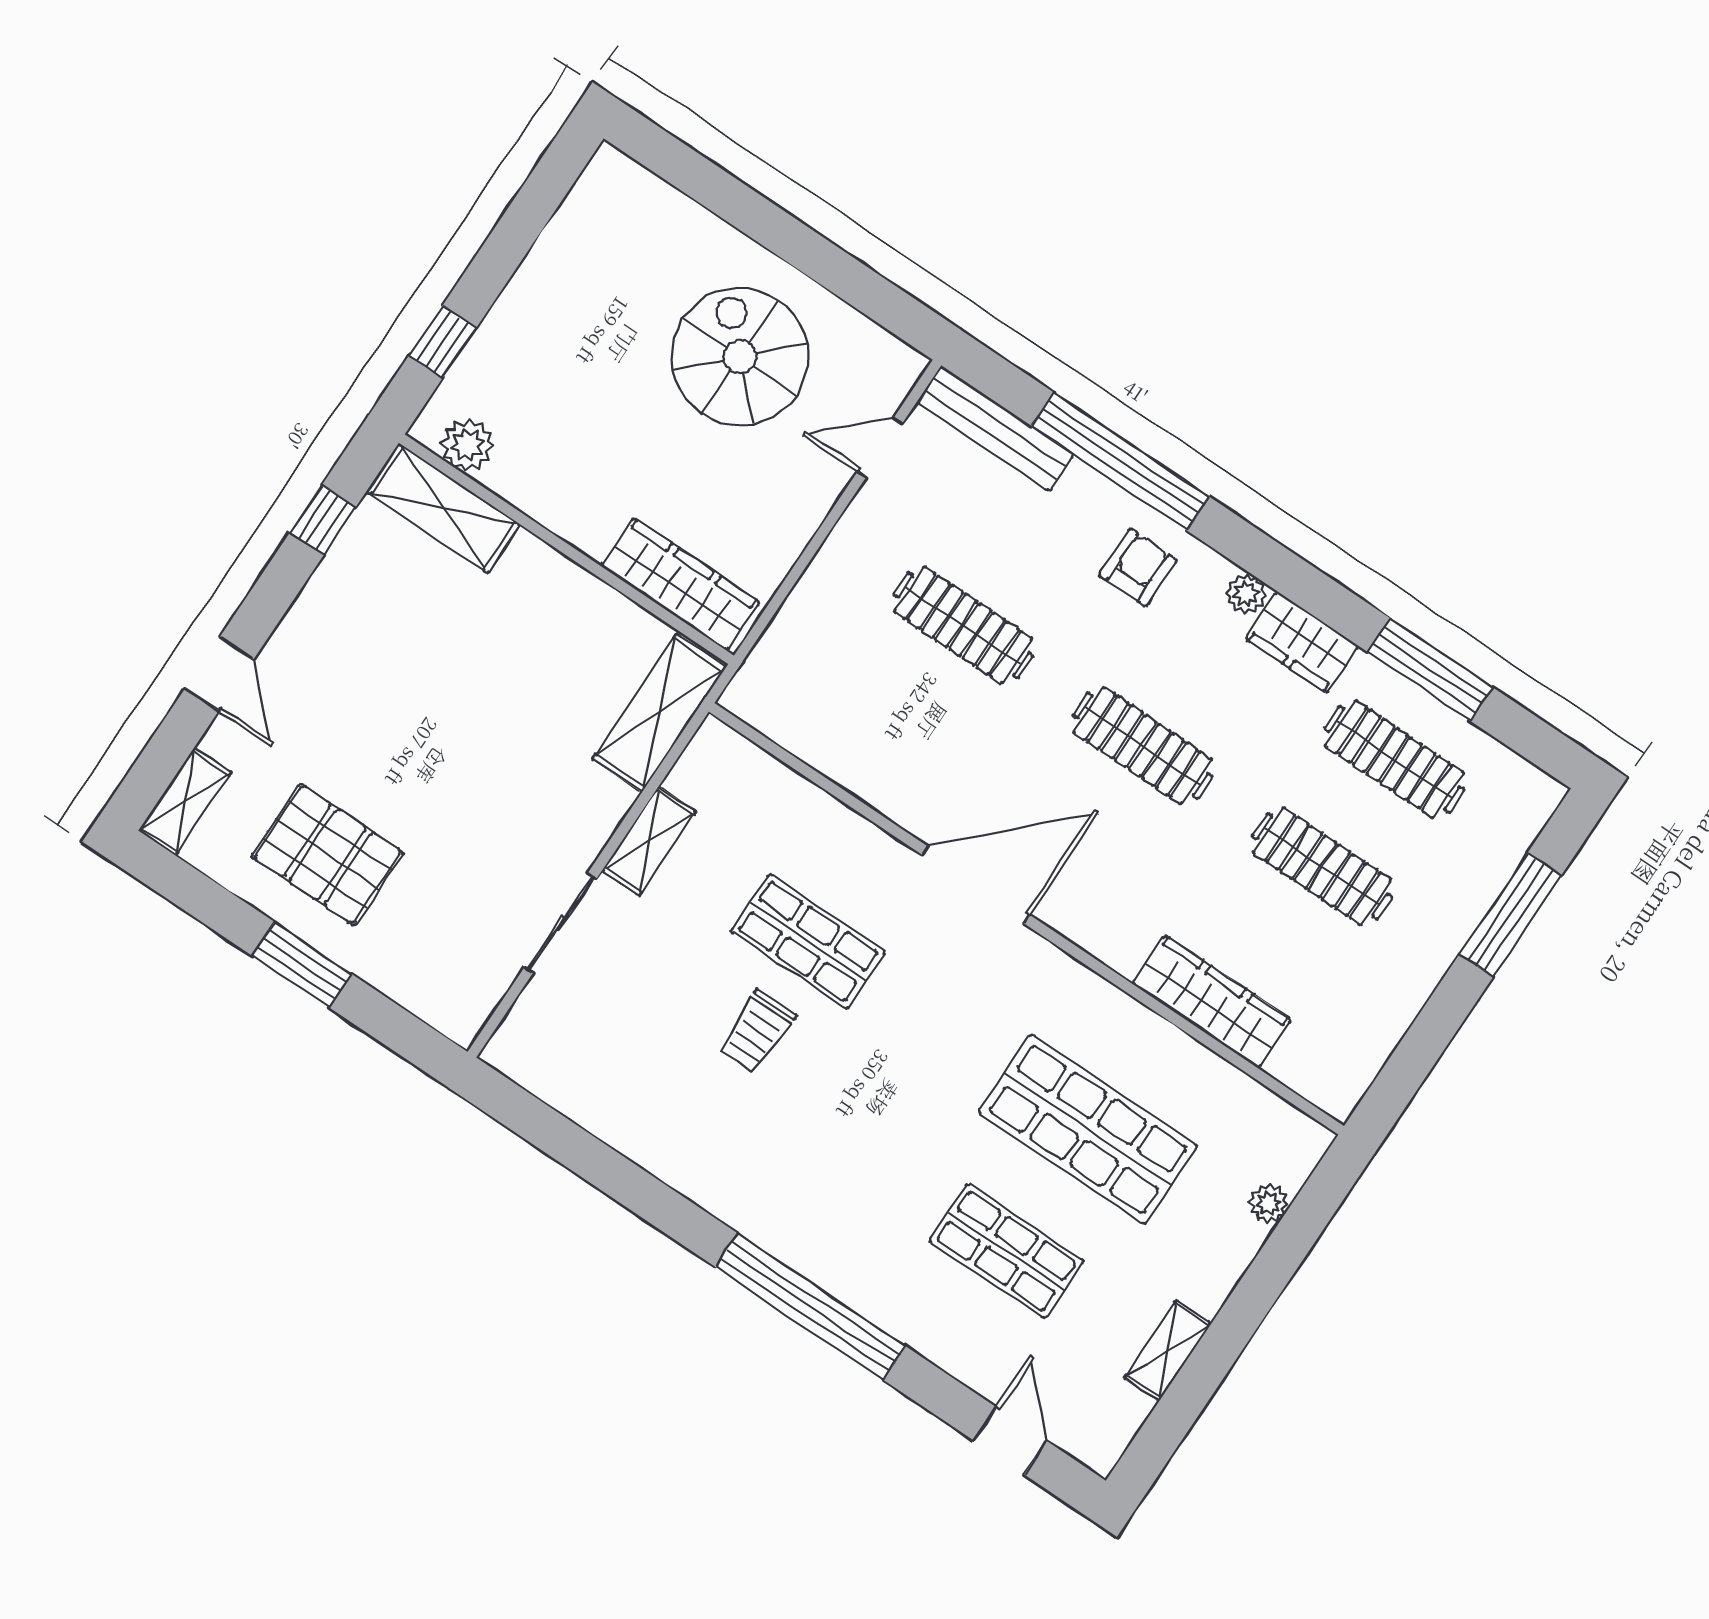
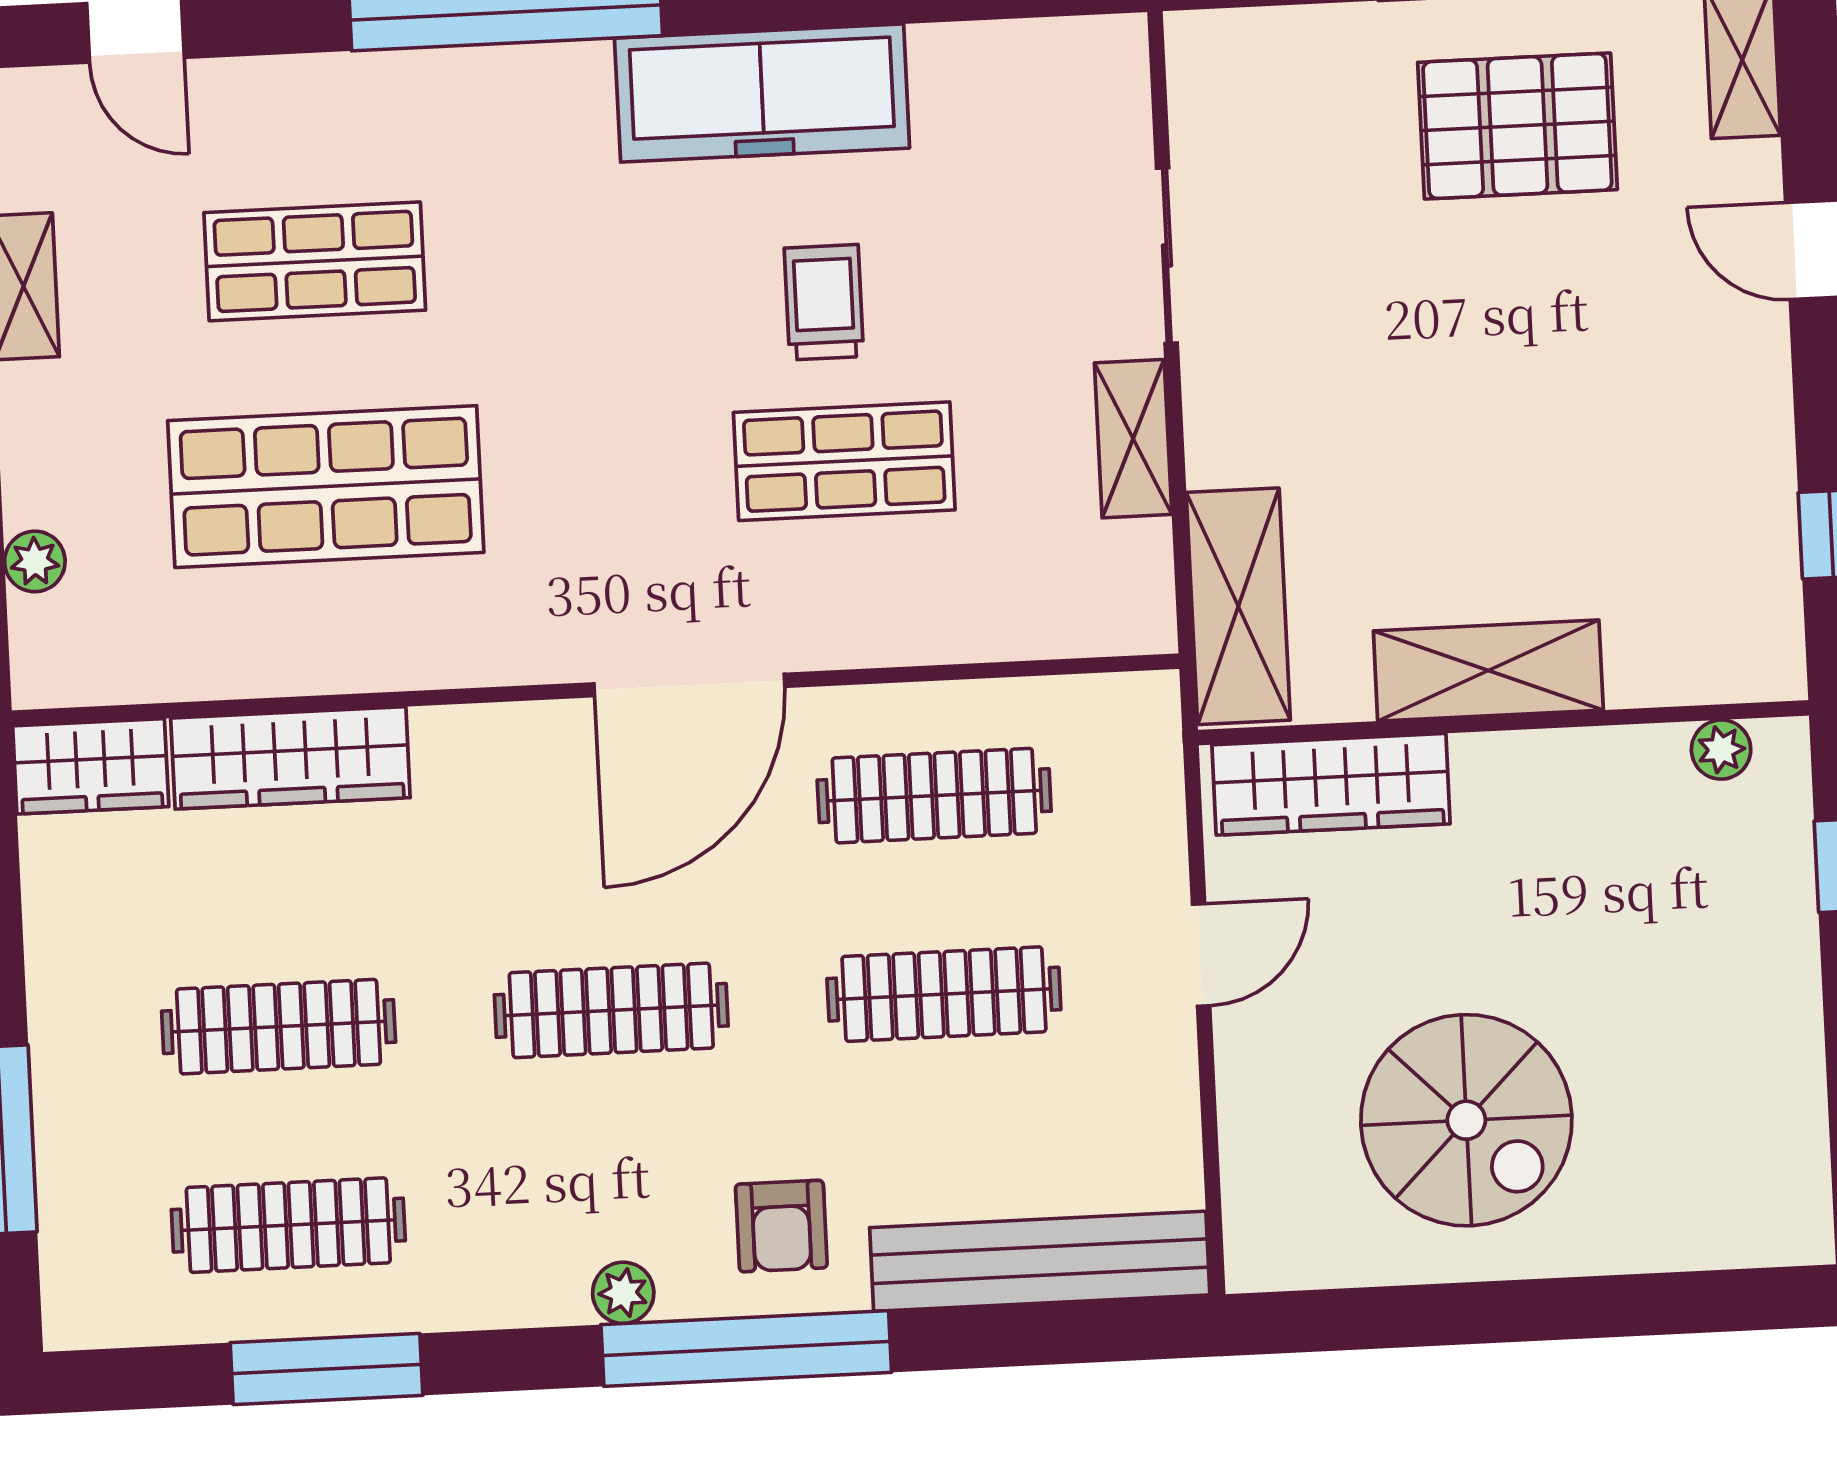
bench: (995, 428) -> (1040, 1261), width x1.37, depth x1.21
plant: (468, 445) -> (1721, 750), width x0.73, depth x0.73
door: (880, 447) -> (1201, 955), moved
window: (1120, 461) -> (746, 1348), moved
shelving: (443, 508) -> (1488, 671), moved
wardrobe: (1302, 642) -> (91, 766), moved, turned 180
clothes rail: (891, 732) -> (934, 796), added
freezer: (708, 1165) -> (762, 93), added

